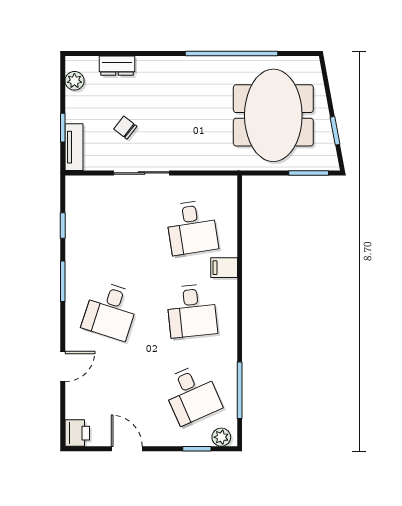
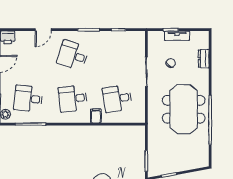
plant: (74, 81) -> (196, 36), removed
meeting table: (273, 115) -> (184, 109), moved, turned 90
tv unit: (74, 147) -> (177, 36), moved
door: (63, 366) -> (43, 30), hinge flipped
desk: (192, 394) -> (28, 99), turned 30

